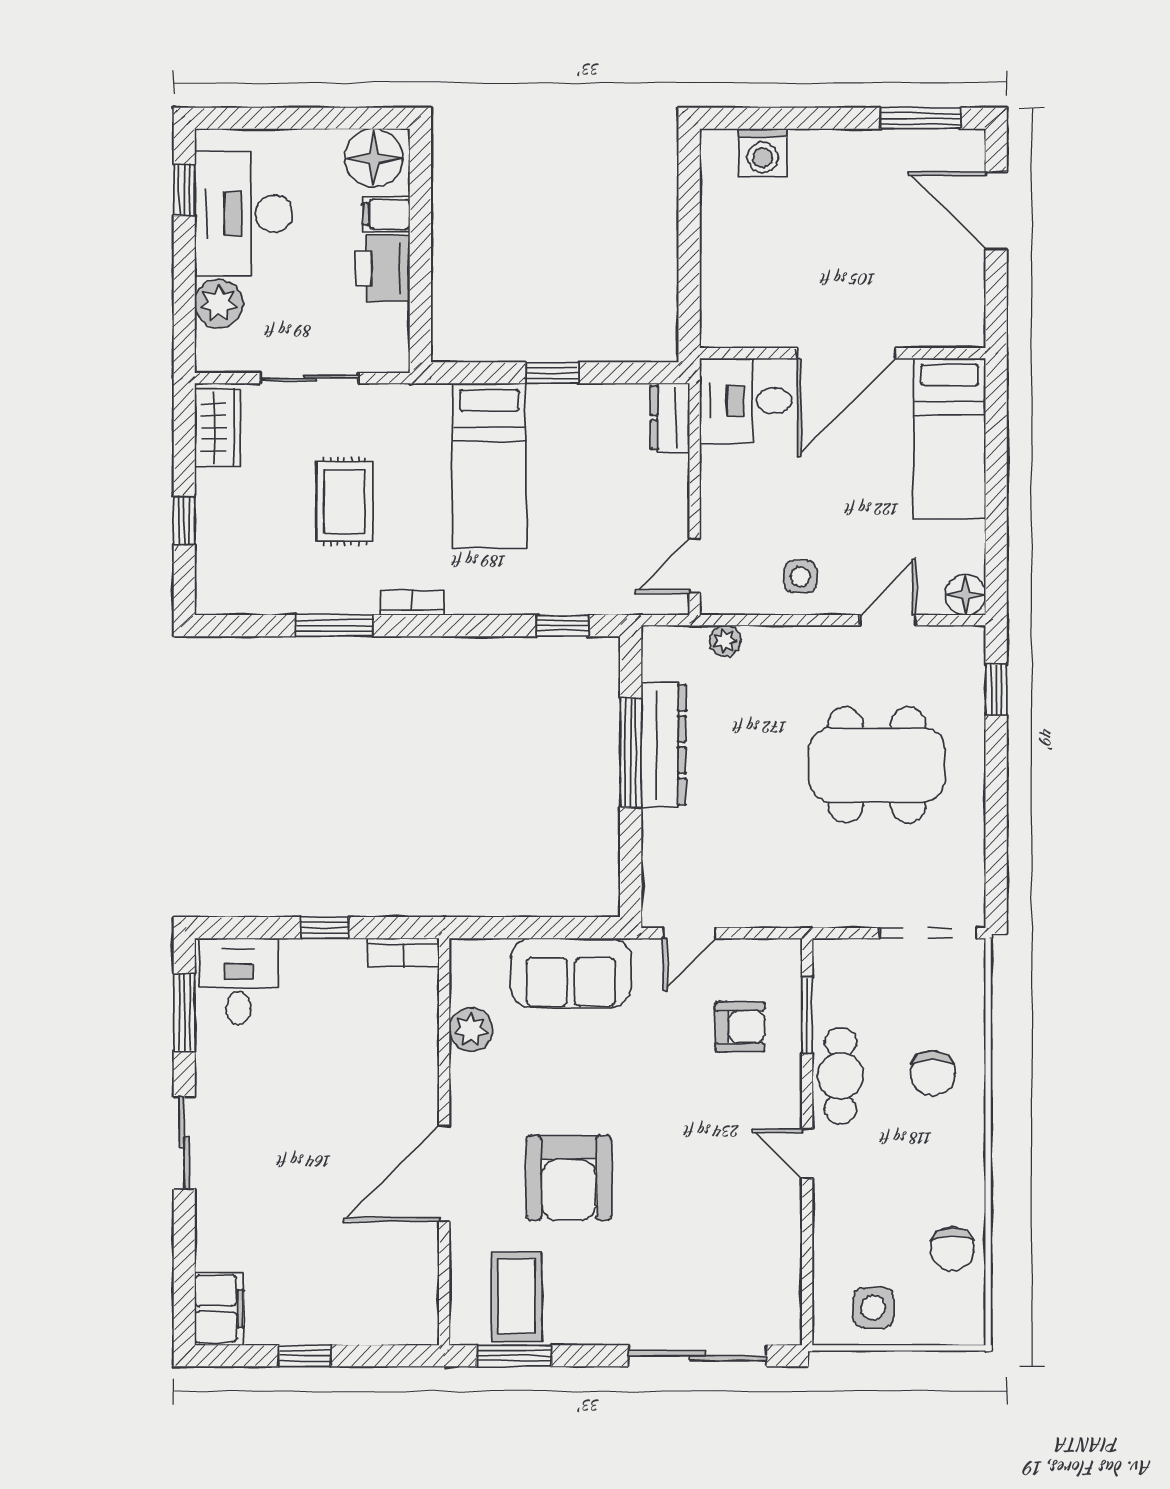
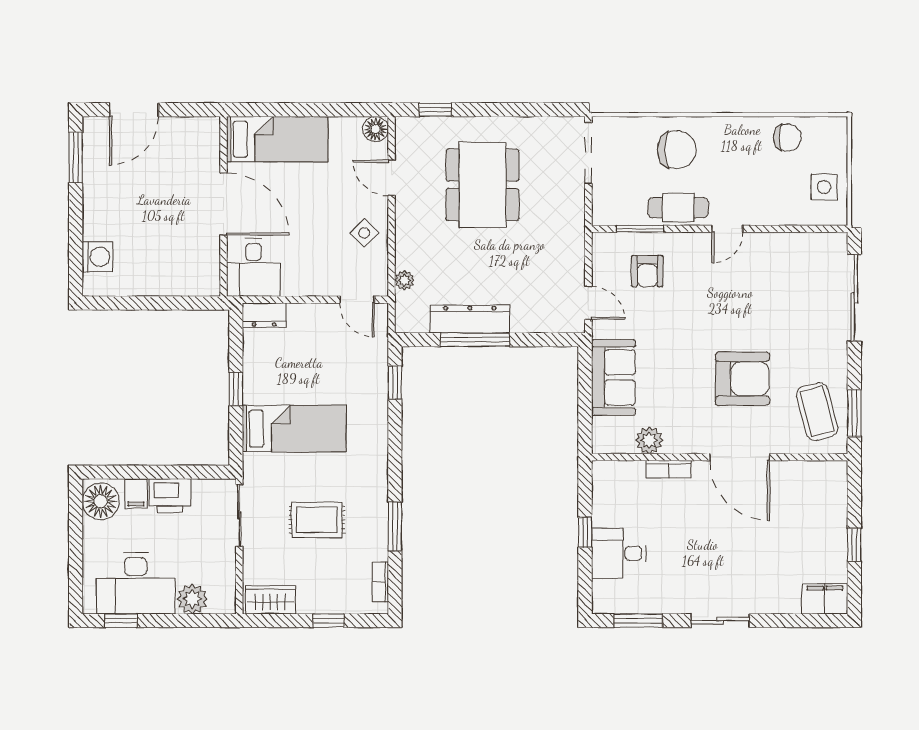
sliding door: (310, 378) -> (239, 515), moved
side table: (800, 577) -> (364, 233), turned 45
bookcase: (412, 603) -> (380, 582), moved
bookcase: (404, 952) -> (669, 469), moved, turned 90
desk: (238, 981) -> (619, 553), moved
armchair: (740, 1027) -> (647, 271), turned 180
chair: (933, 1073) -> (677, 150), width x1.37, depth x1.37
coffee table: (517, 1297) -> (817, 411), turned 75

